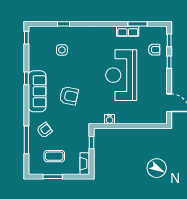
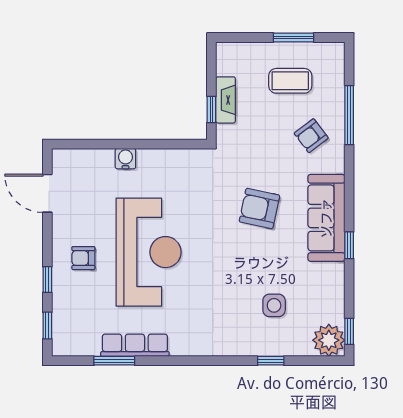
row of seats: (128, 31) -> (135, 345), width x1.48
plant: (36, 33) -> (329, 340), added
armchair: (154, 50) -> (83, 258), moved
water cooler: (110, 119) -> (125, 159), moved
fireplace: (85, 164) -> (226, 100), moved

